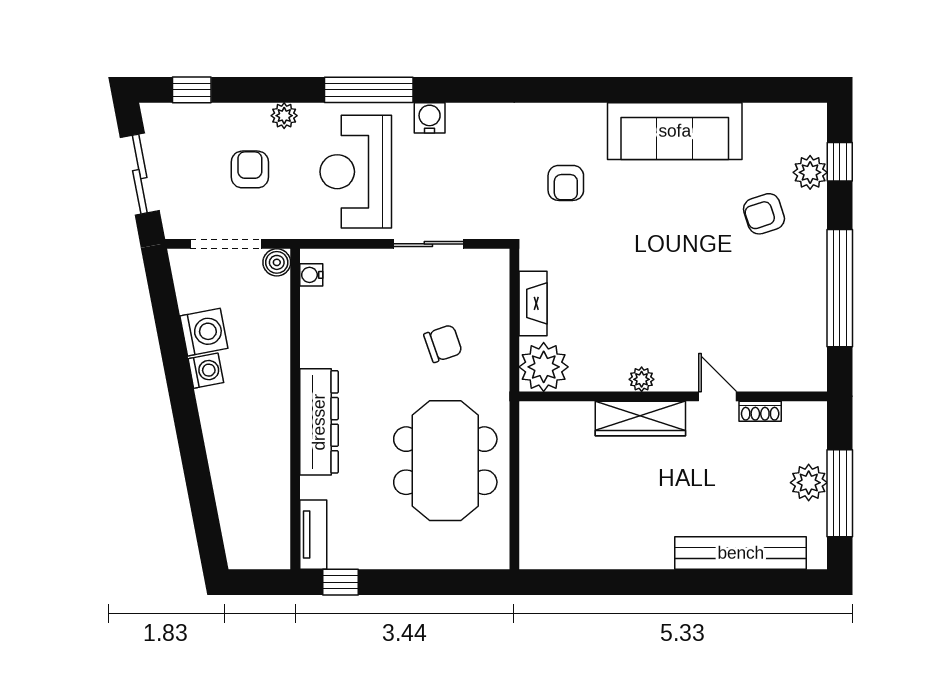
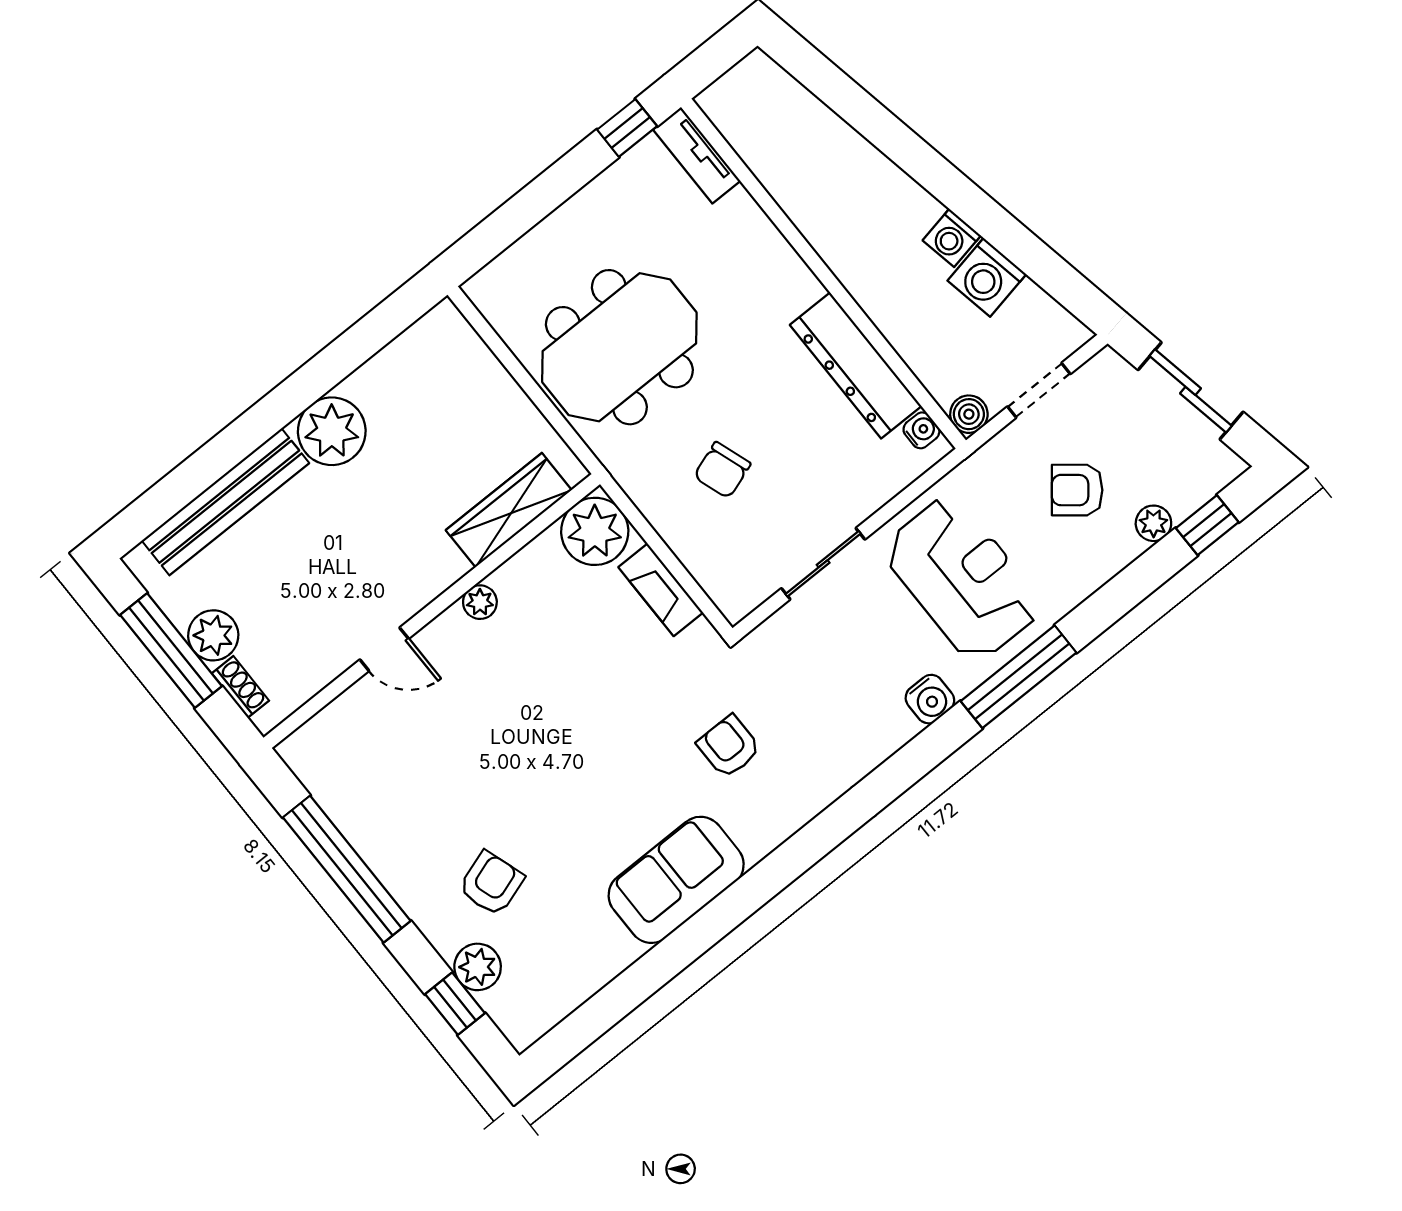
plant: (284, 116) -> (1153, 523), moved
sofa: (675, 131) -> (676, 880), width x0.73
armchair: (250, 169) -> (1077, 490), turned 129
doorway: (226, 244) -> (1039, 390), width x0.73
shoe rack: (760, 411) -> (240, 687), moved, turned 90
wardrobe: (640, 419) -> (509, 510), moved
dresser: (319, 422) -> (856, 365), moved
meeting table: (445, 461) -> (619, 347), turned 90
plant: (648, 545) -> (332, 431), added

